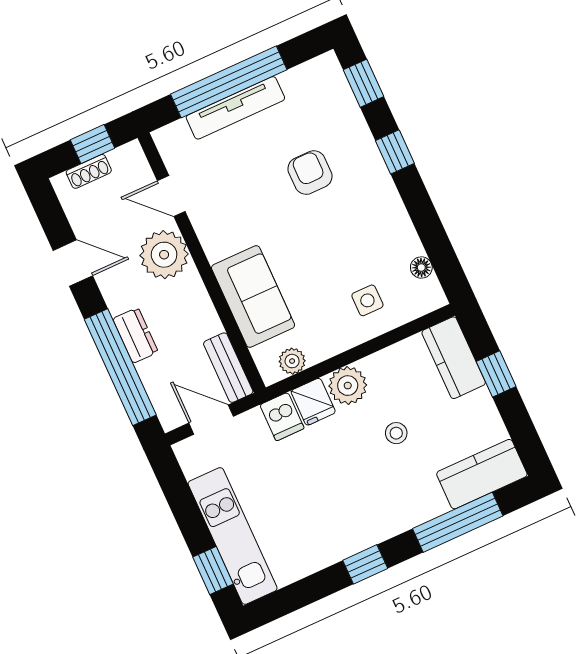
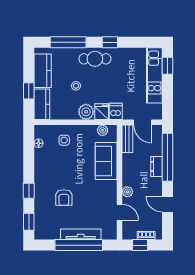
plant: (164, 255) -> (127, 192), width x0.53, depth x0.53
kitchen counter: (482, 474) -> (43, 71), moved, turned -90
cafe table: (381, 512) -> (95, 59), added

